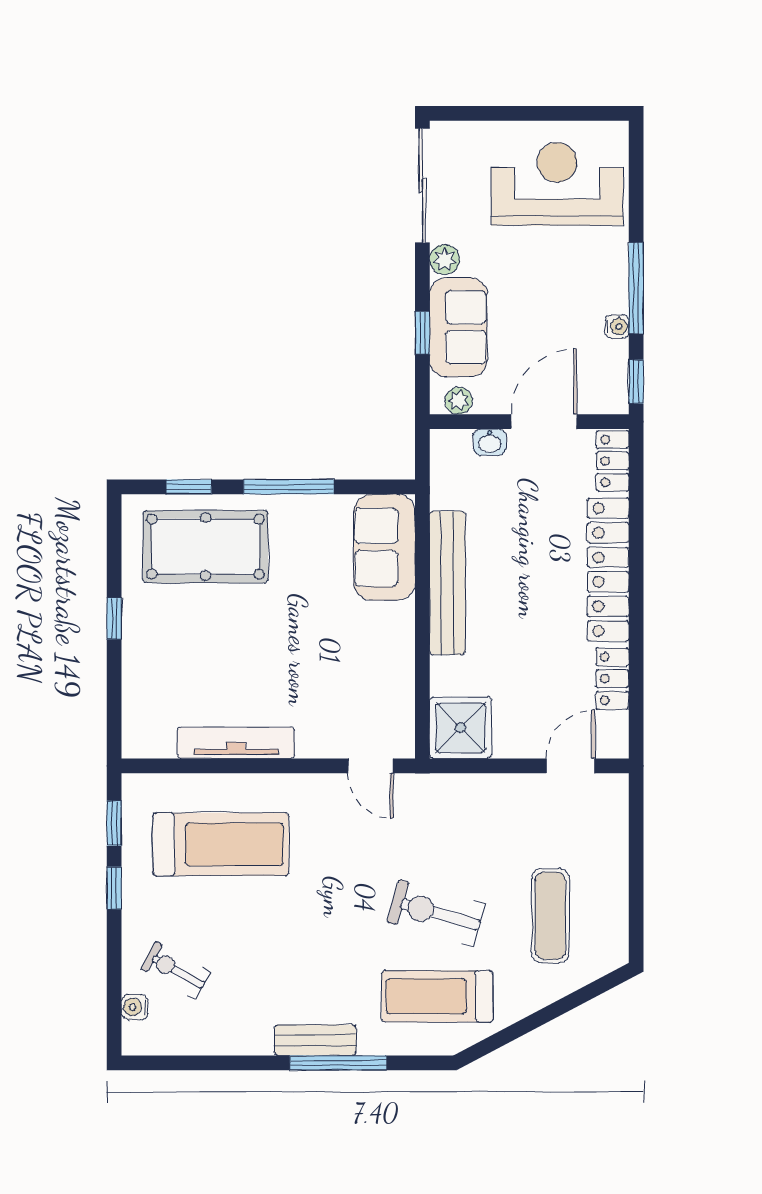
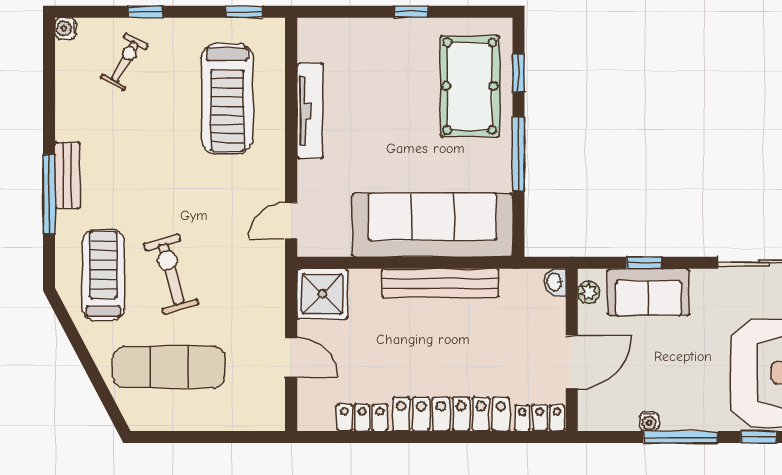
plant: (445, 260) -> (704, 281), removed
window: (636, 382) -> (759, 437), moved
door: (544, 422) -> (572, 362), hinge flipped
washbasin: (490, 442) -> (555, 282), moved
sofa: (384, 547) -> (432, 225), width x1.85, depth x1.27
door: (570, 766) -> (291, 357), moved
window: (114, 888) -> (145, 12), moved
exercise bike: (436, 913) -> (171, 274), turned -32
exercise mat: (550, 916) -> (169, 367), width x1.36, depth x1.45
water cooler: (135, 1007) -> (66, 28), moved, turned -90

